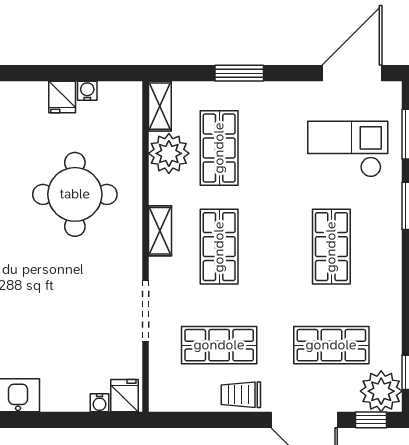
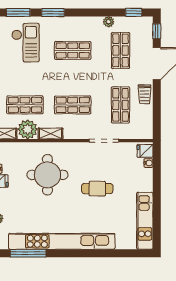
checkout: (348, 149) -> (25, 43), turned 180
shelving: (160, 231) -> (51, 134), moved
cafe table: (47, 297) -> (97, 189), added
plant: (381, 391) -> (109, 22), moved, width x0.53, depth x0.53

